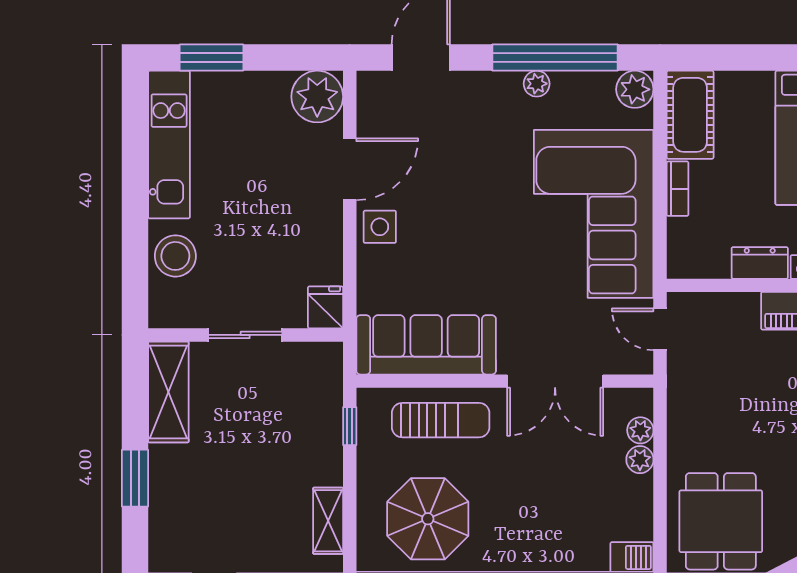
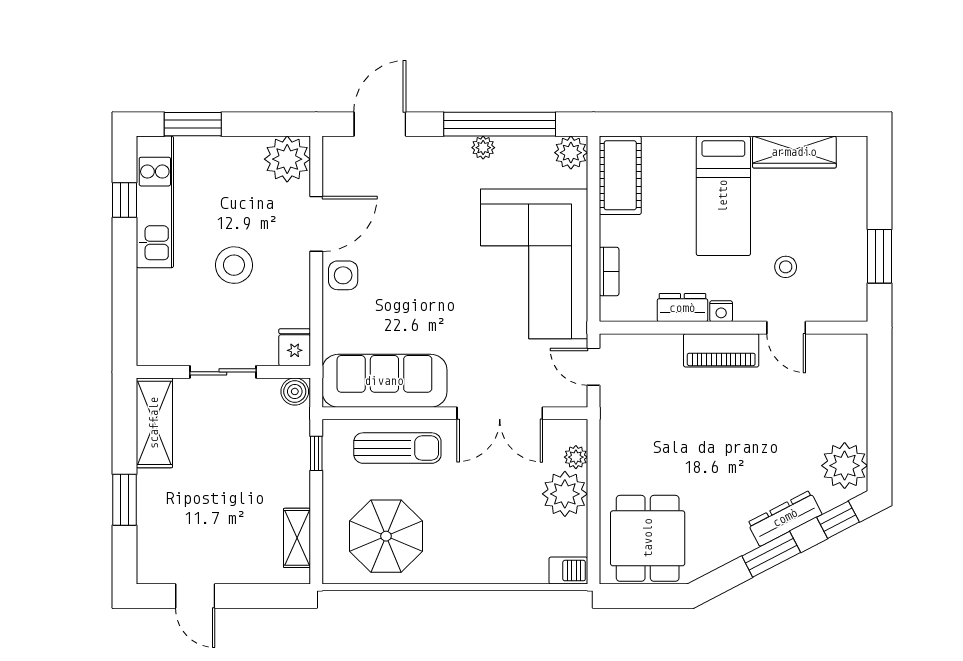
window: (135, 142) -> (124, 200), added
bookcase: (678, 189) -> (609, 272), moved
stool: (175, 256) -> (234, 265), moved
boiler: (326, 357) -> (295, 391), added
plant: (640, 460) -> (565, 494), width x1.88, depth x1.88

